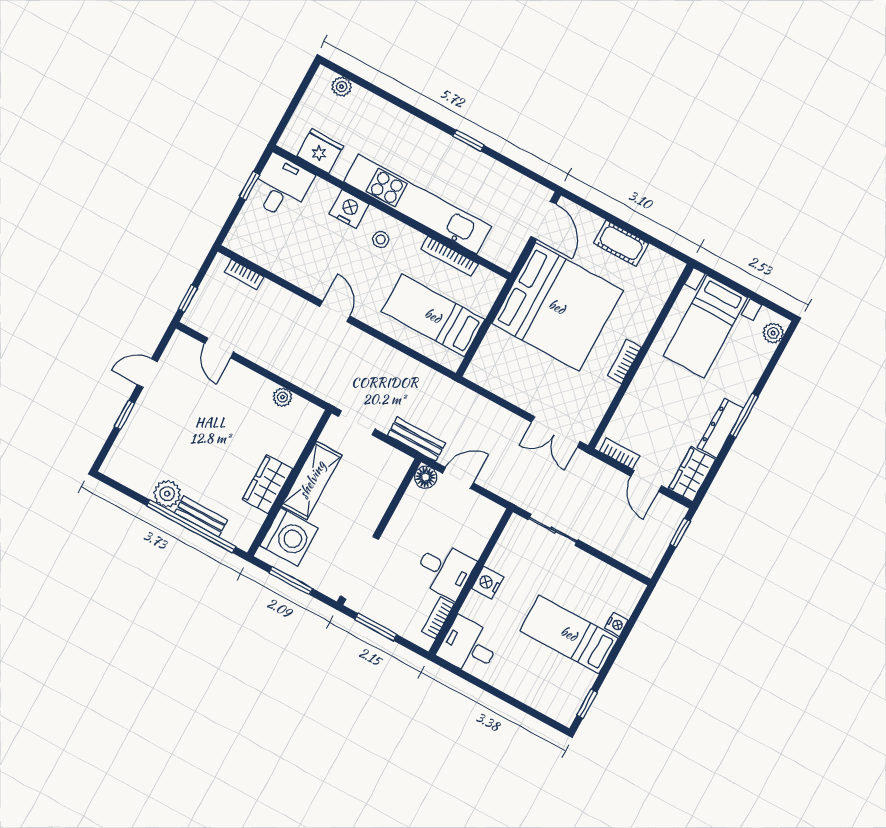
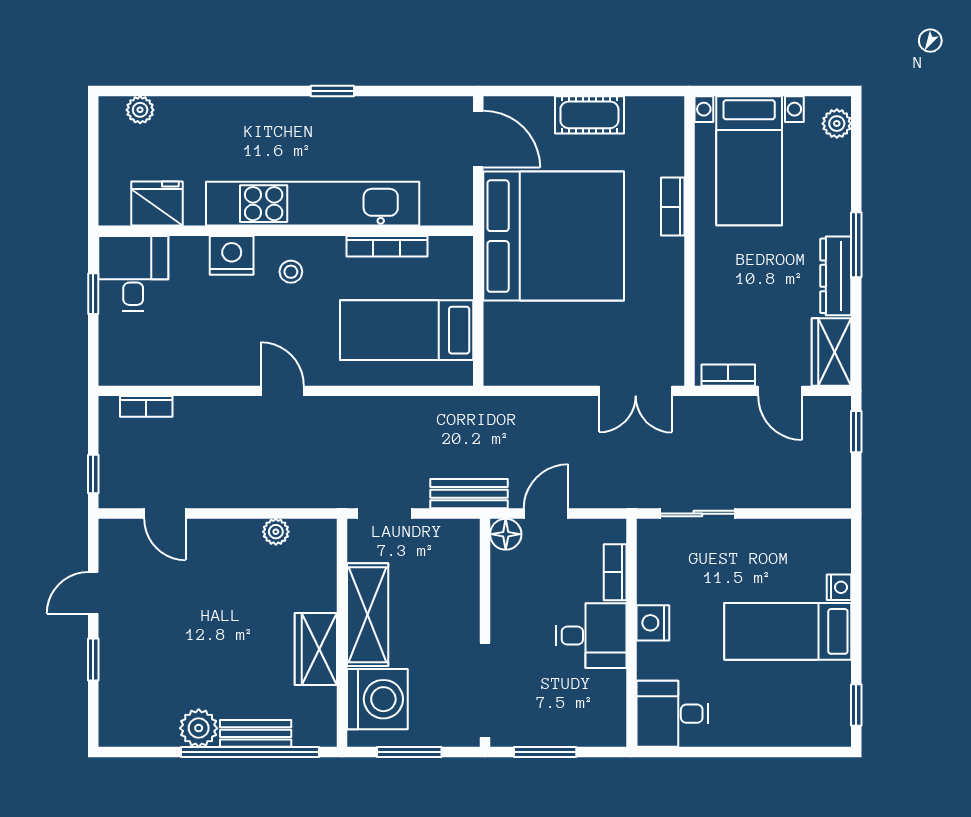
bookcase: (624, 362) -> (673, 207), moved
bookcase: (438, 618) -> (615, 572), moved

